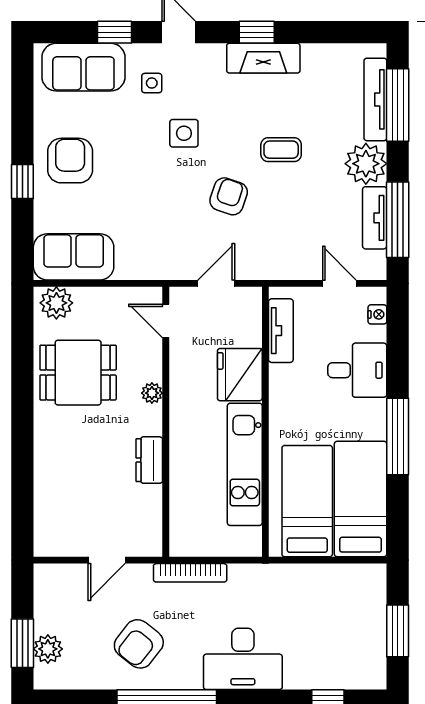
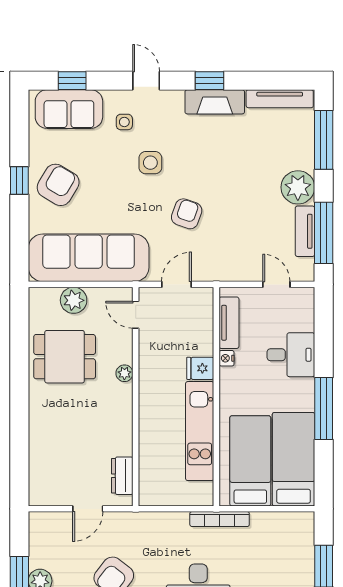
window: (115, 32) -> (72, 81), moved
tv unit: (375, 99) -> (280, 99), moved, turned -90
coffee table: (281, 150) -> (229, 176), removed
armchair: (70, 161) -> (58, 185), turned 31
window: (22, 182) -> (19, 181), moved
sofa: (74, 257) -> (89, 258), width x1.85, depth x1.27
plant: (56, 303) -> (74, 300), moved
nightstand: (377, 314) -> (227, 358), moved, turned 180
fridge: (240, 375) -> (200, 368), width x0.53, depth x0.75
dresser: (149, 460) -> (122, 476), moved
bookcase: (190, 573) -> (220, 519), moved

